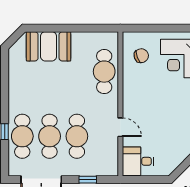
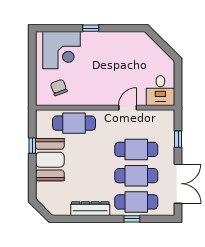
window: (81, 28) -> (32, 146), added
booth: (49, 46) -> (50, 160), moved
dresser: (15, 88) -> (90, 209), added

